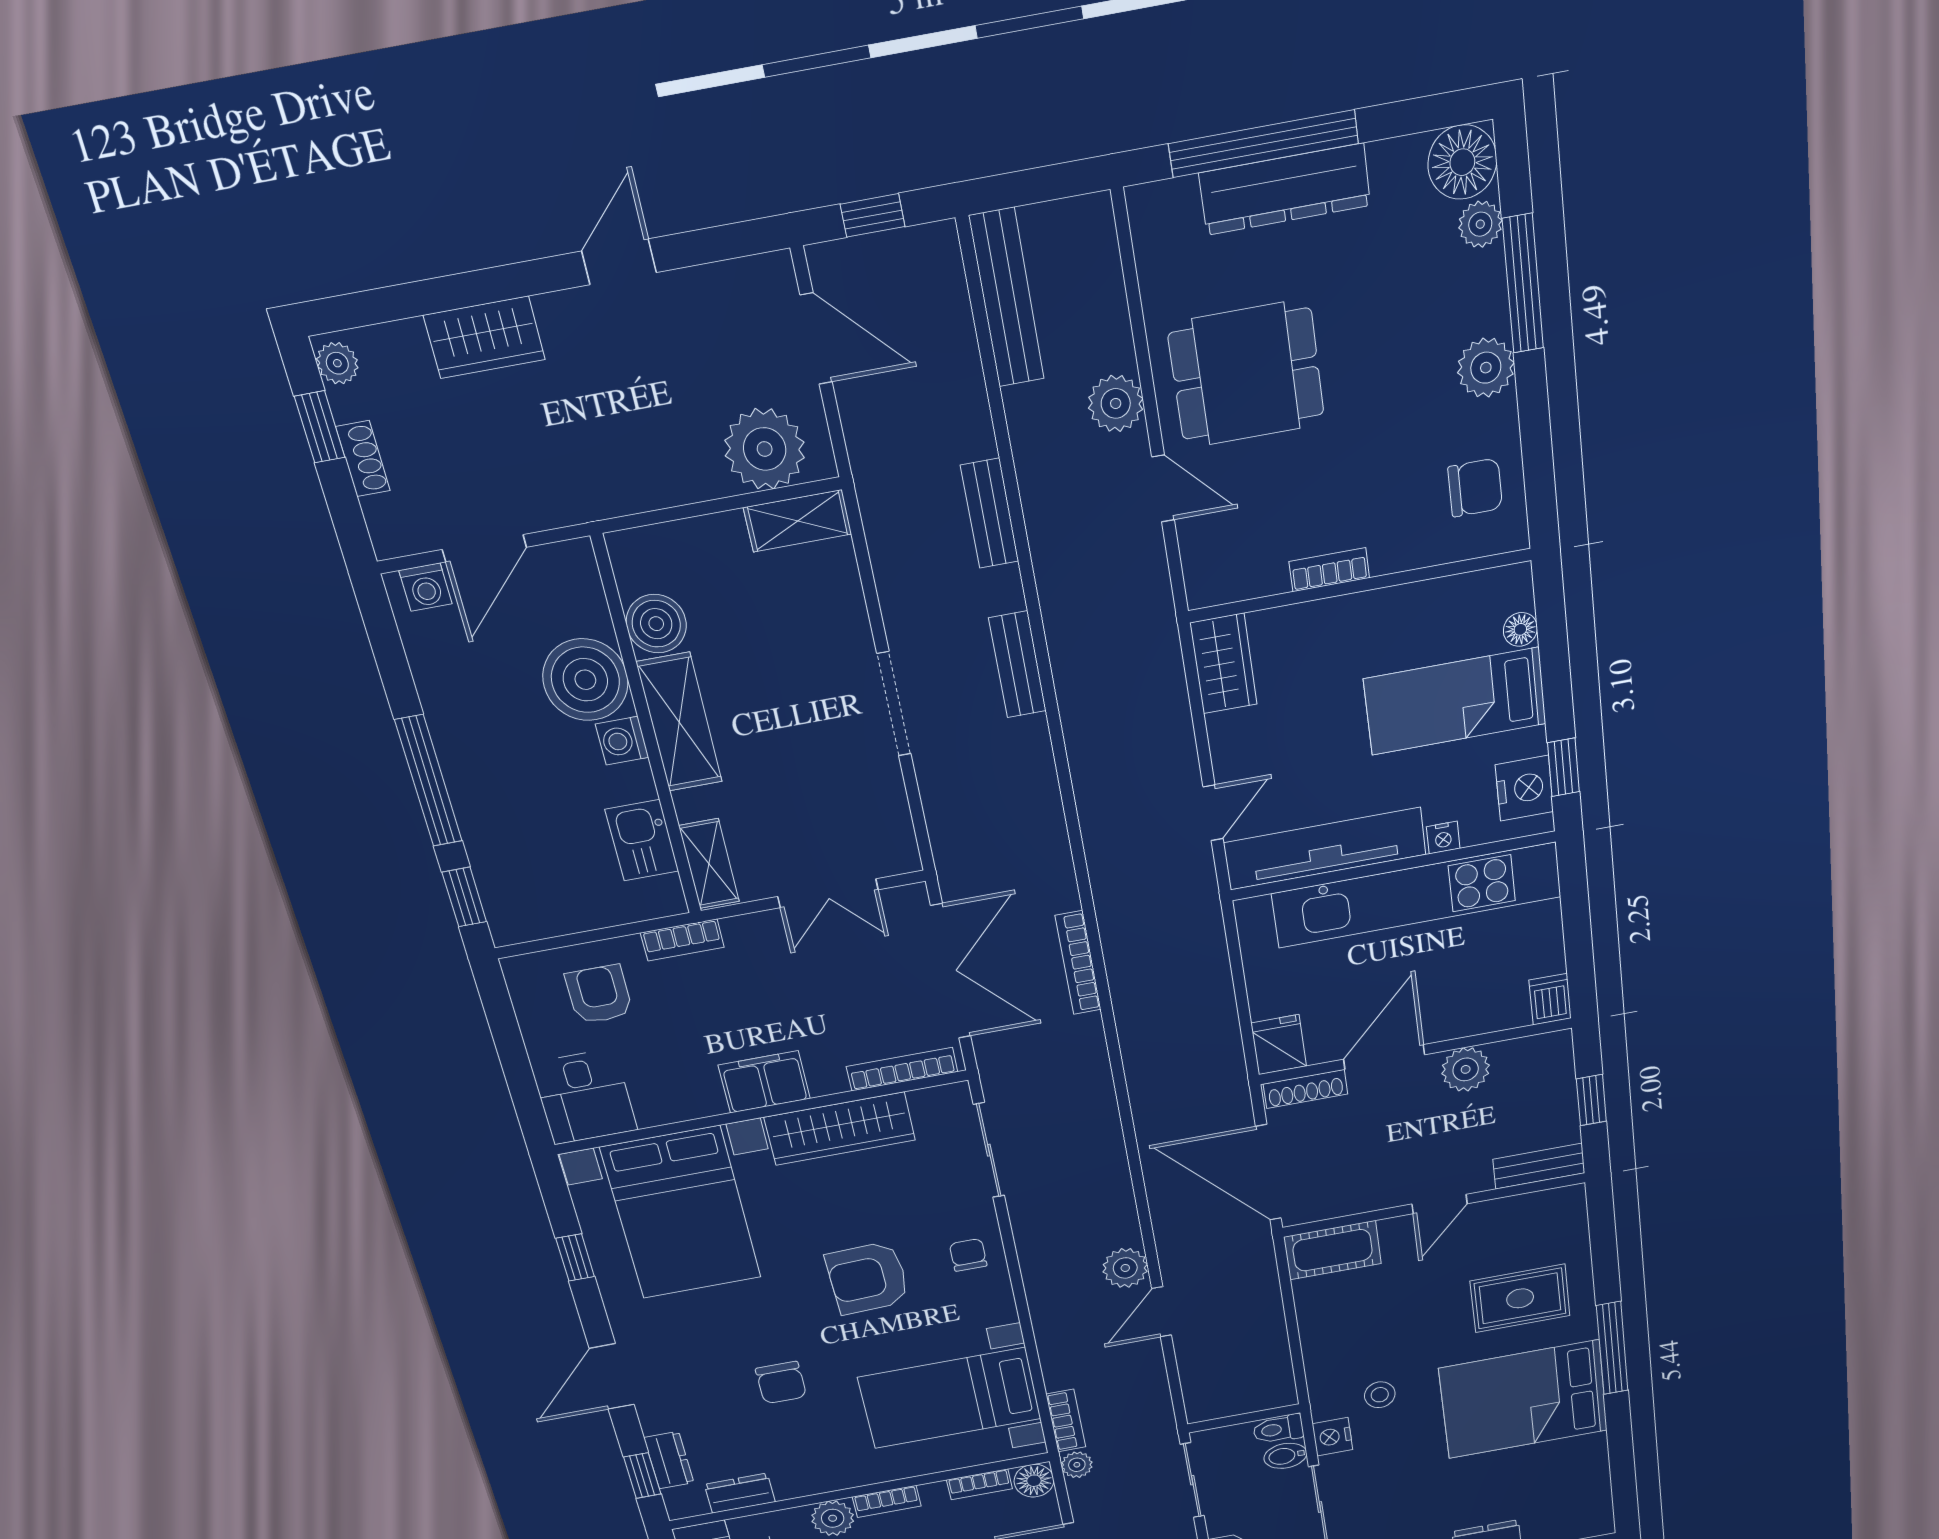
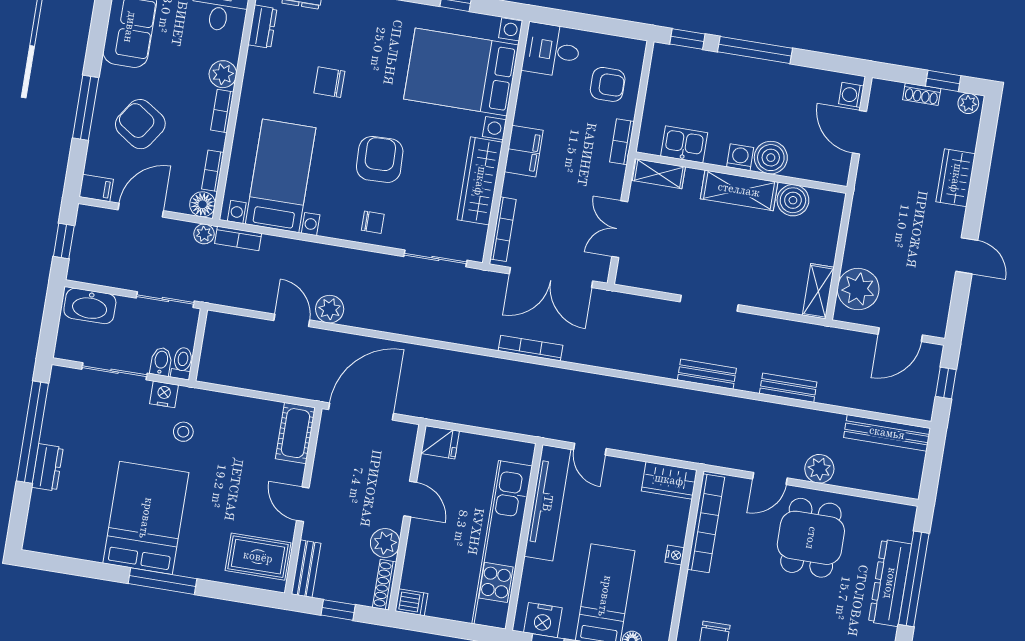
bookcase: (1329, 570) -> (706, 523), width x2.31, depth x1.31
boiler: (585, 680) -> (771, 158), width x0.73, depth x0.73
nightstand: (1443, 838) -> (675, 555), moved, turned 180
door: (1384, 1057) -> (410, 499), width x0.73
shoe rack: (1305, 1089) -> (385, 585), moved
rug: (1520, 1298) -> (258, 557), moved, turned 90

